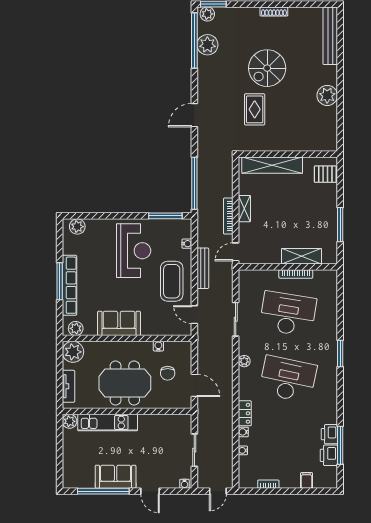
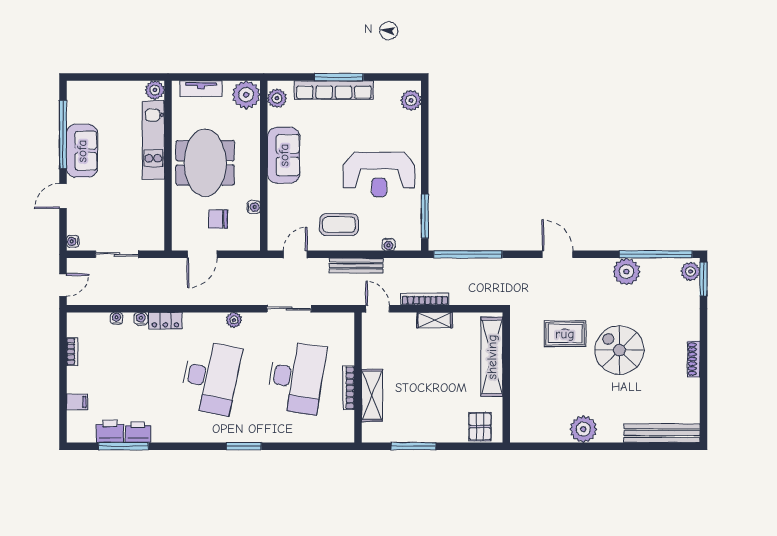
plant: (207, 45) -> (627, 272), moved
coffee table: (172, 281) -> (339, 225), width x0.73, depth x0.76
door: (218, 491) -> (63, 285), swing flipped

